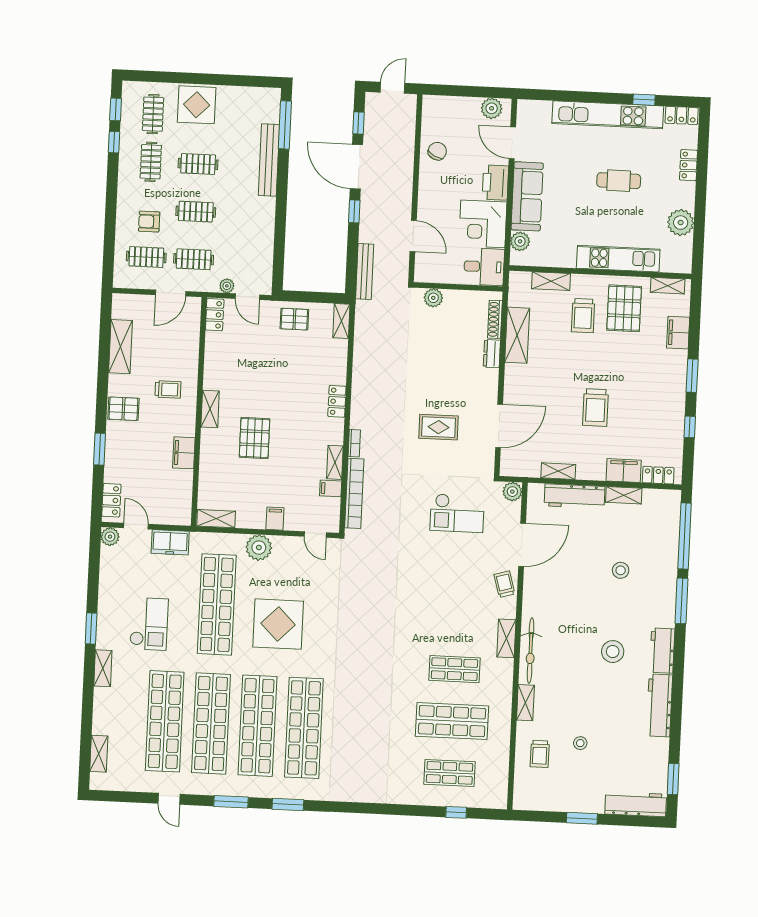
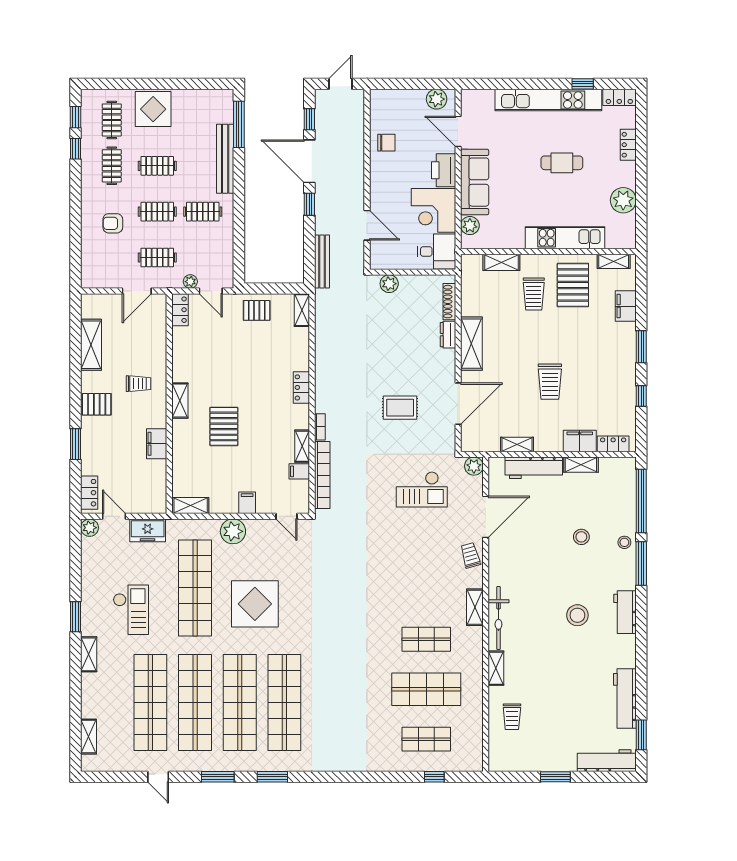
chair: (437, 151) -> (386, 143), turned 64
clothes rail: (146, 257) -> (203, 212), moved
shelving: (517, 335) -> (471, 344), moved
workbench: (660, 705) -> (625, 699), moved
stool: (580, 743) -> (624, 542), moved

